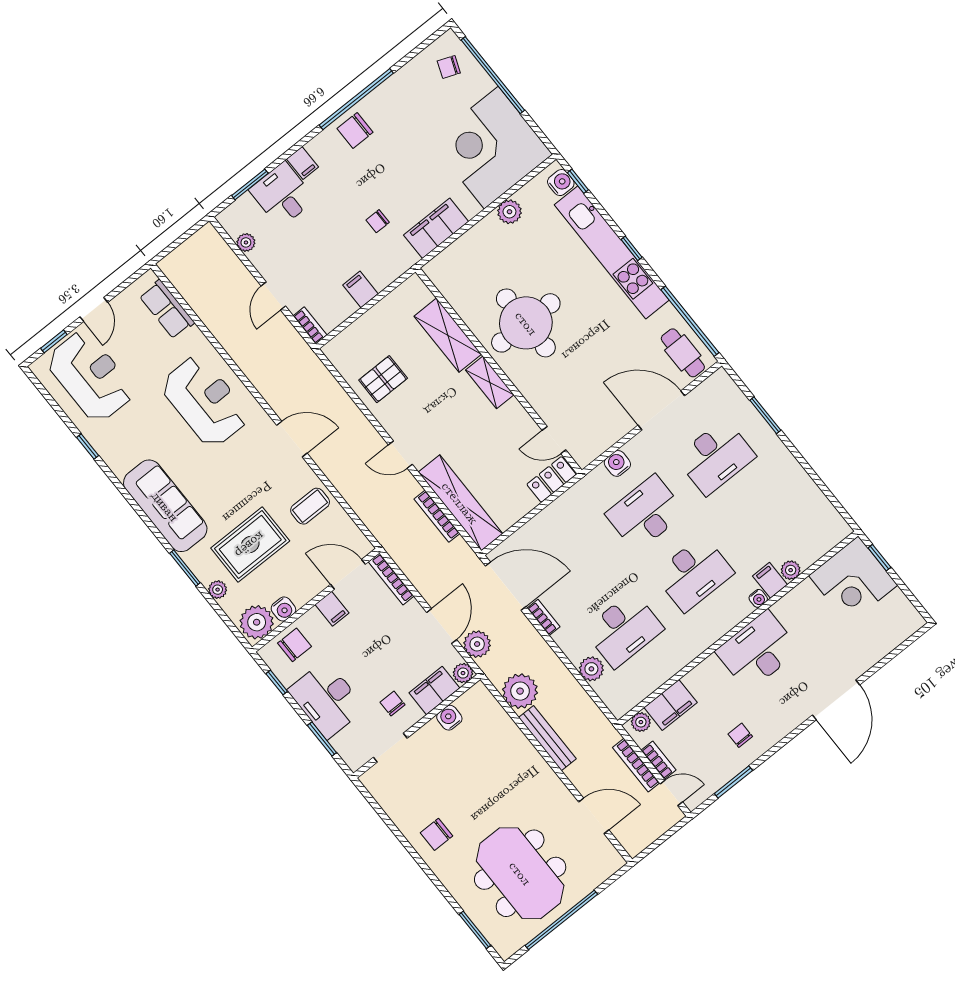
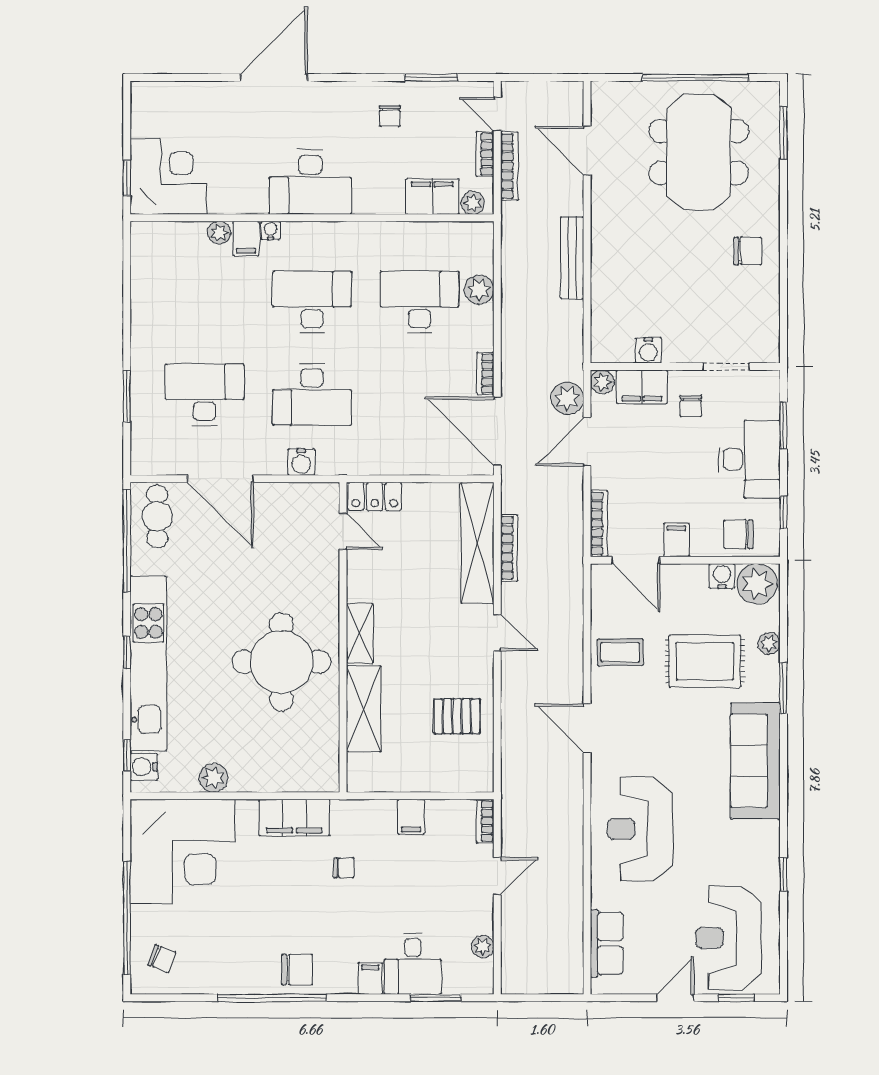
plant: (520, 691) -> (562, 322), removed

